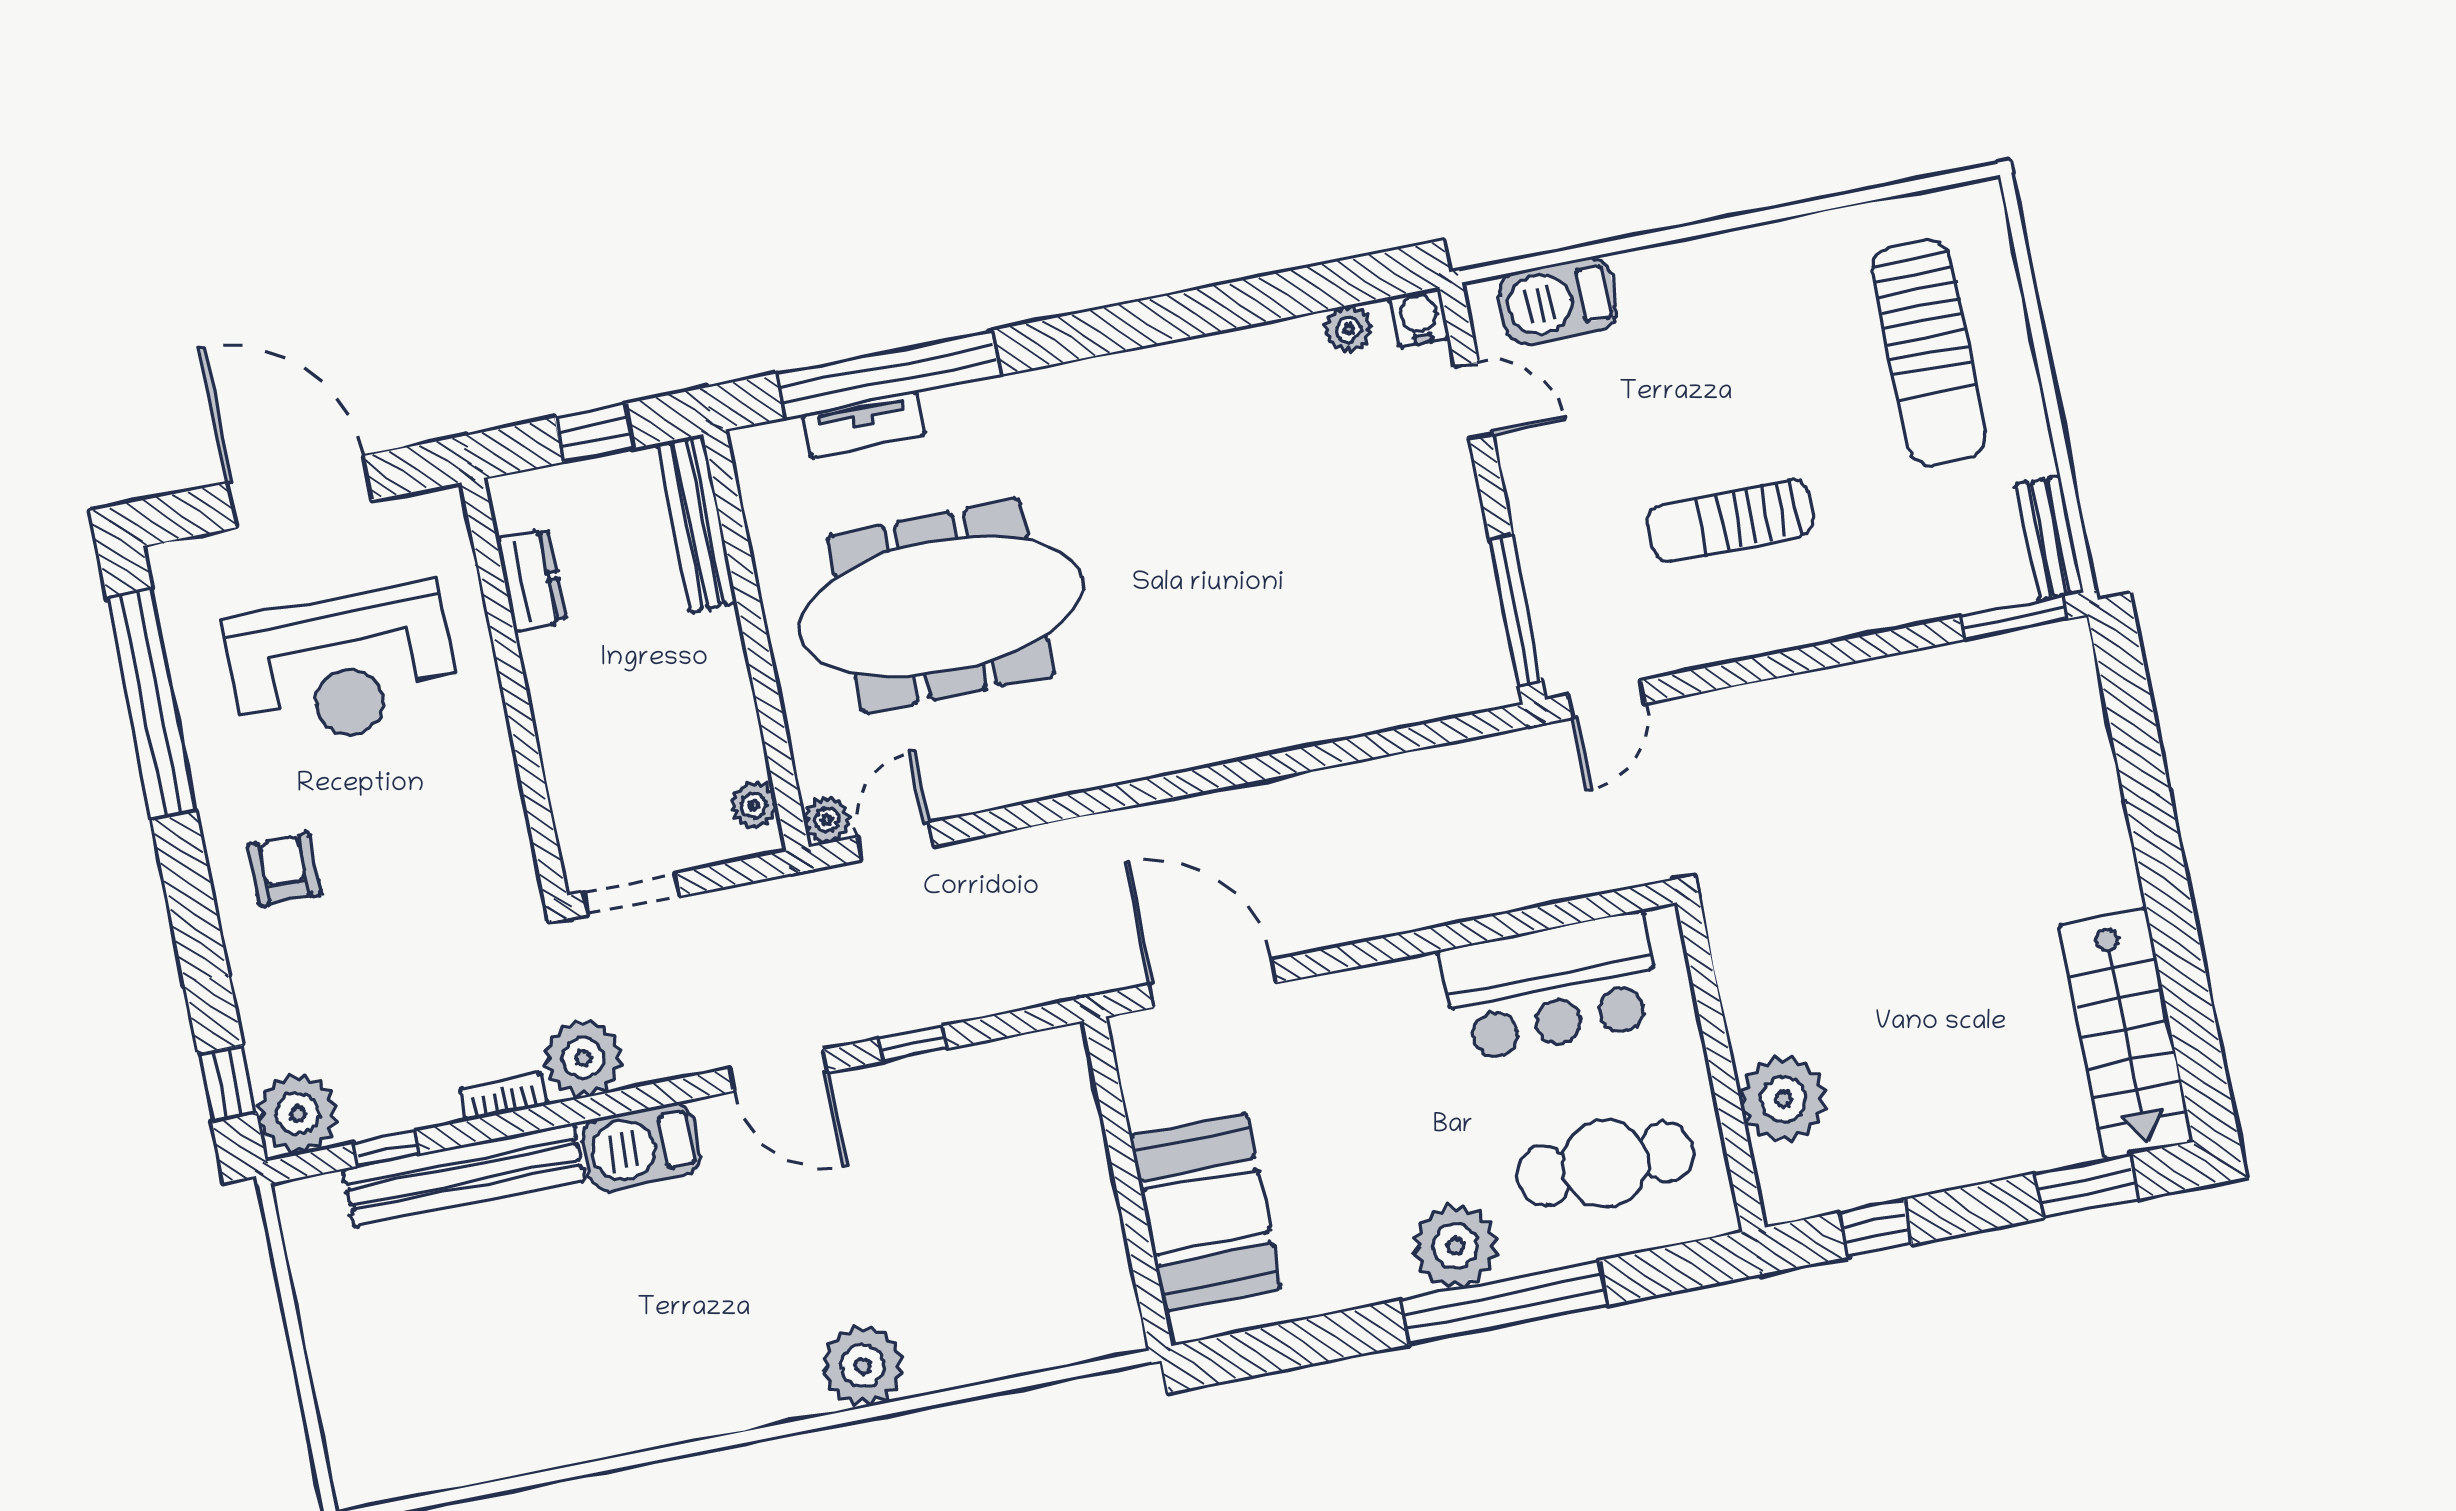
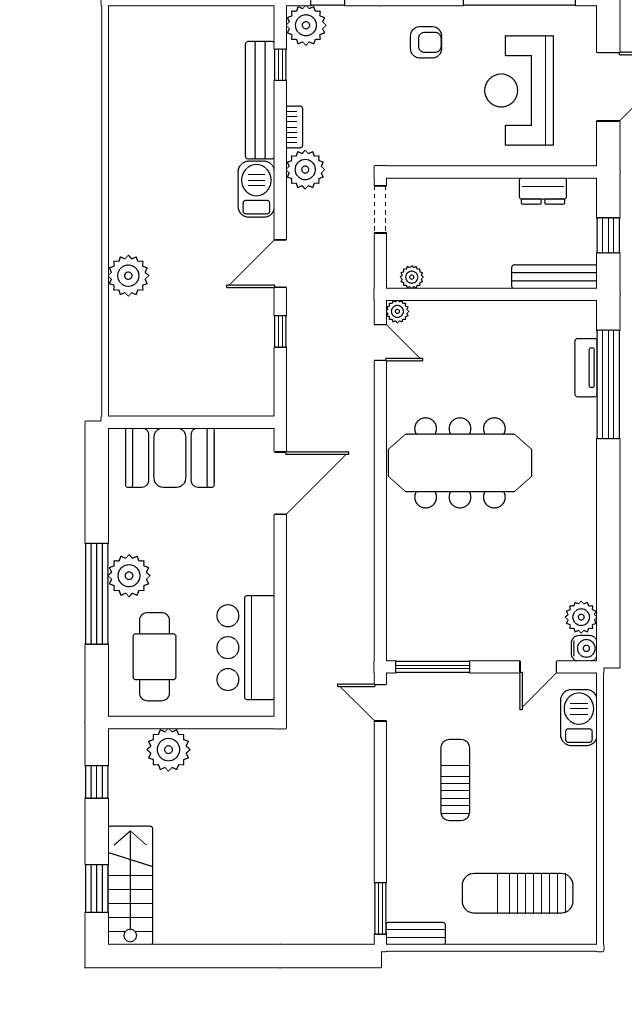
plant: (1348, 329) -> (581, 617), width x1.38, depth x1.38
meeting table: (941, 606) -> (460, 463), moved, turned 90
stairs: (2126, 1033) -> (130, 886), moved, turned 90

